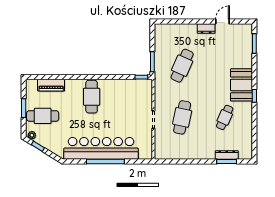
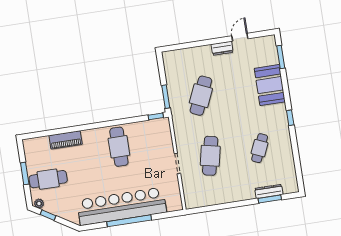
piano: (51, 85) -> (66, 140), moved
booth: (241, 85) -> (270, 85), moved
cafe table: (92, 97) -> (119, 147), moved

